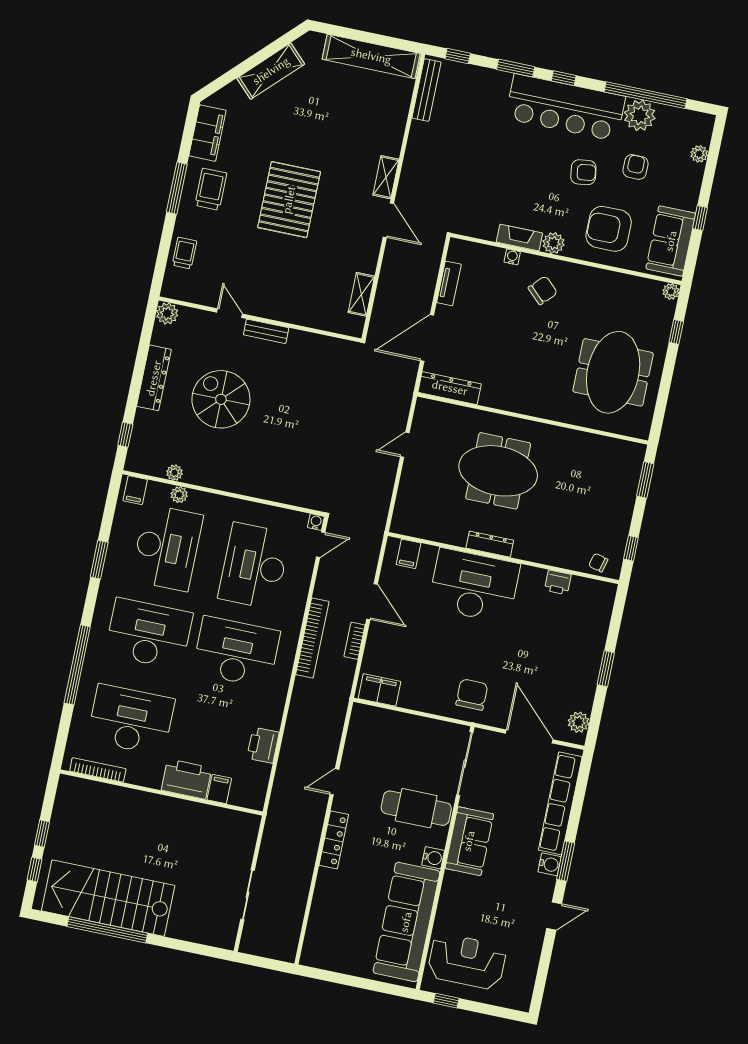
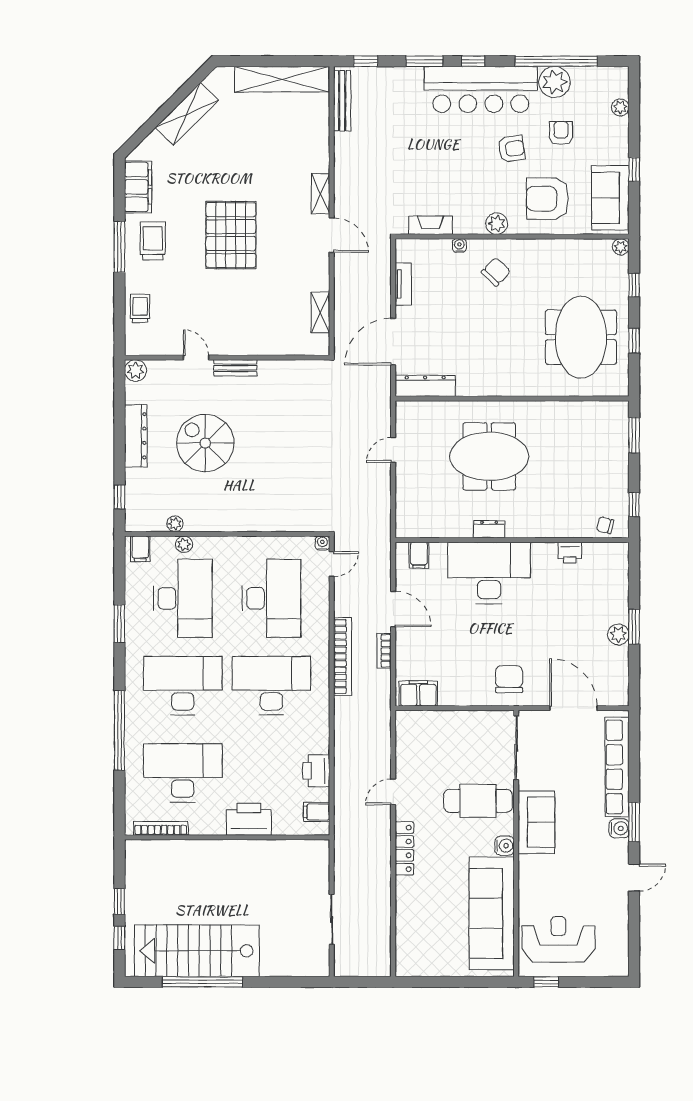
fireplace: (519, 238) -> (431, 225), moved
window: (665, 387) -> (634, 341), added
dresser: (490, 544) -> (489, 529), width x0.70
desk: (254, 566) -> (271, 598), turned 180
plant: (579, 722) -> (618, 635), moved
filing cabinet: (219, 789) -> (317, 812), moved, turned -90

